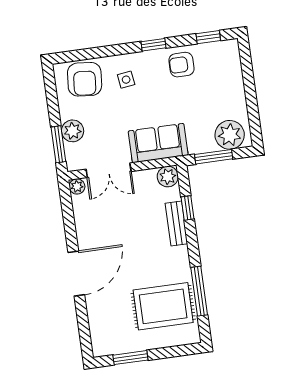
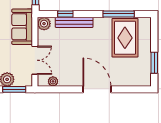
plant: (77, 186) -> (53, 81), moved
bench: (176, 223) -> (74, 22), width x1.36

